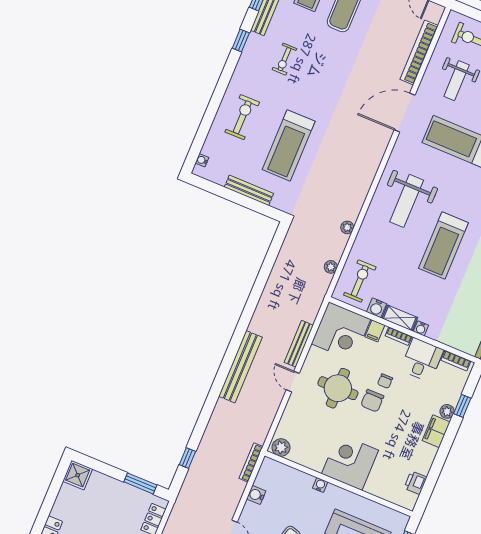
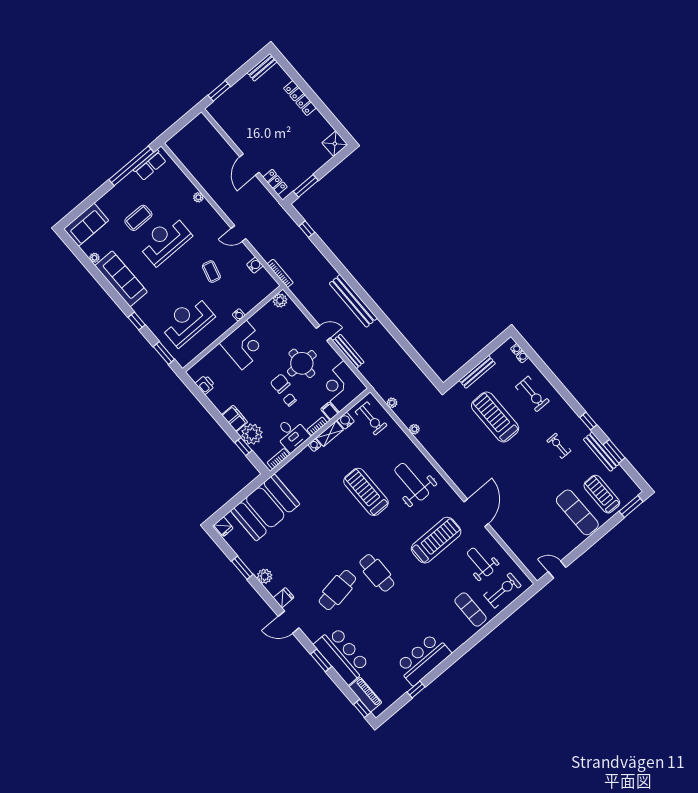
bookcase: (419, 52) -> (514, 545), removed
water cooler: (207, 149) -> (522, 357), added
plant: (447, 411) -> (252, 434), width x1.87, depth x1.87

